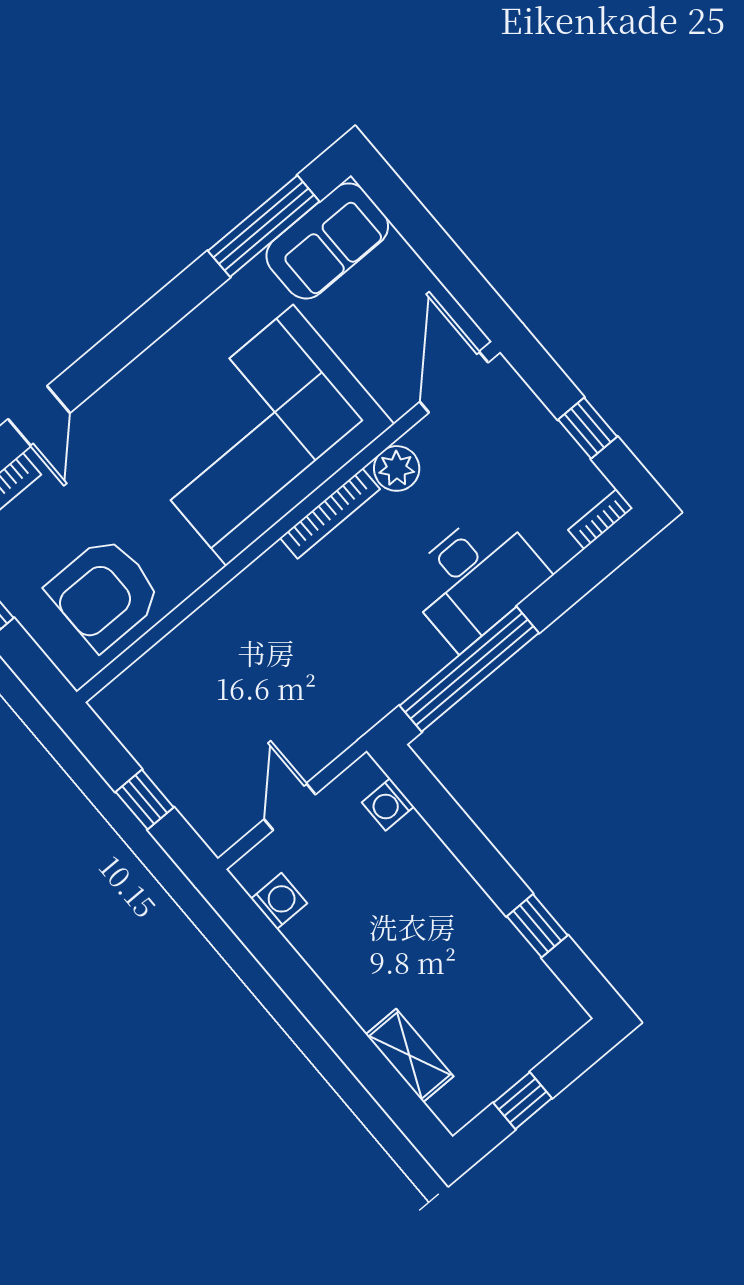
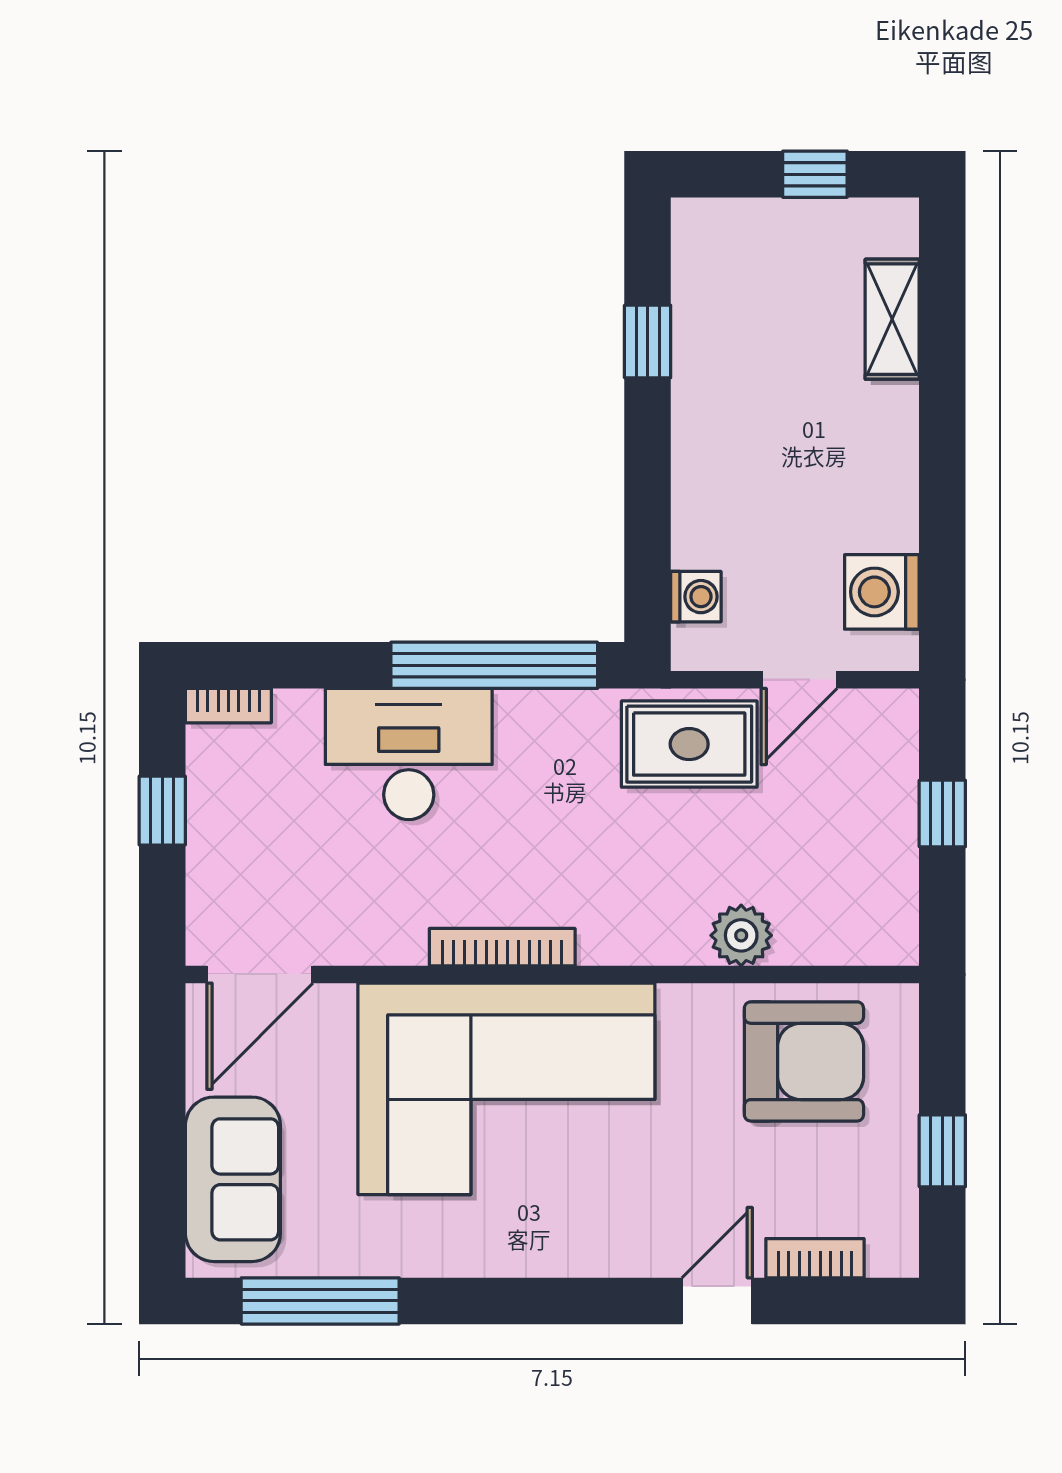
sofa: (327, 241) -> (233, 1179), moved, turned 90
plant: (397, 468) -> (741, 935), moved
rug: (321, 718) -> (689, 744), added
washing machine: (279, 901) -> (882, 592), width x1.38, depth x1.38

